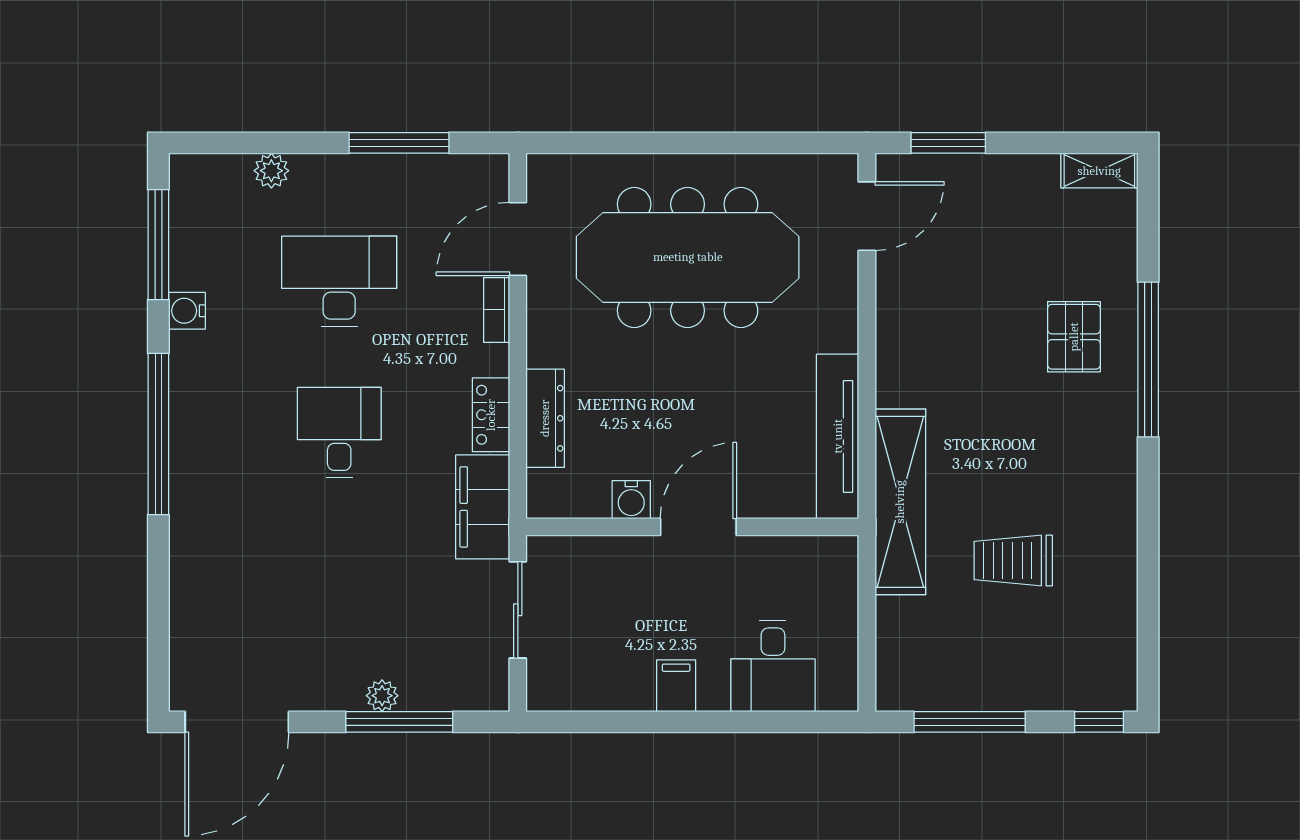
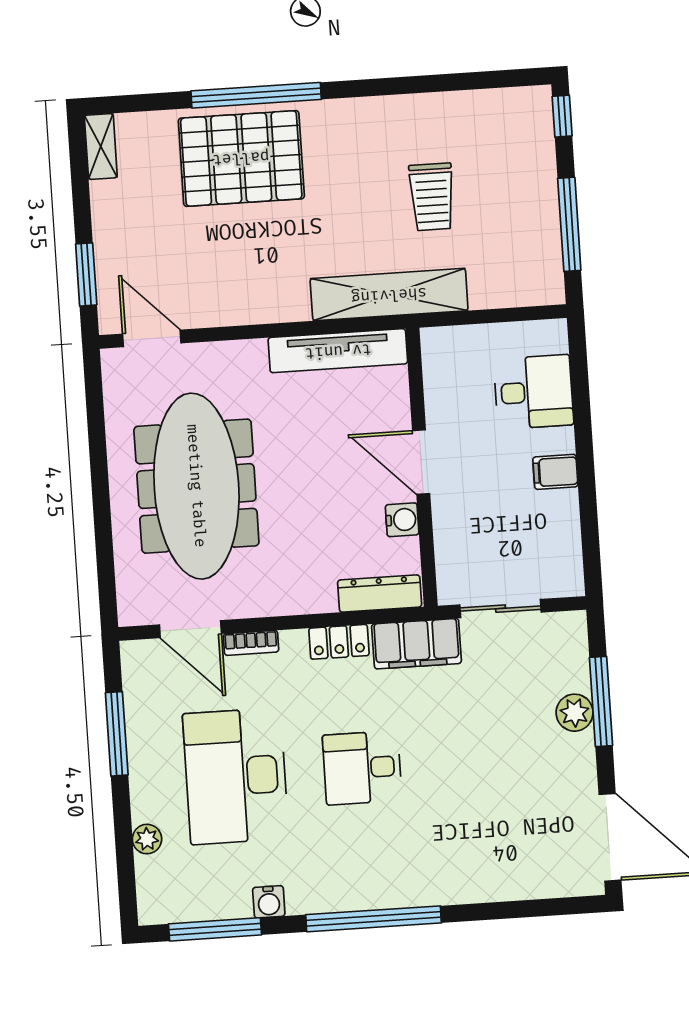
desk: (339, 281) -> (236, 776), width x1.36, depth x1.30
pallet: (1074, 337) -> (241, 158), width x2.05, depth x2.00
dresser: (545, 418) -> (380, 594), moved
plant: (382, 696) -> (575, 713), width x1.38, depth x1.38

